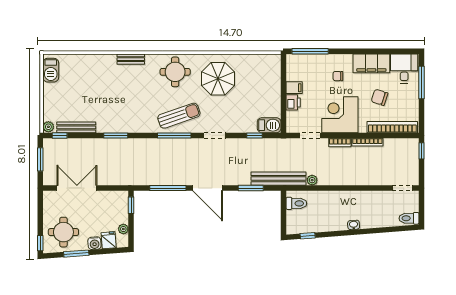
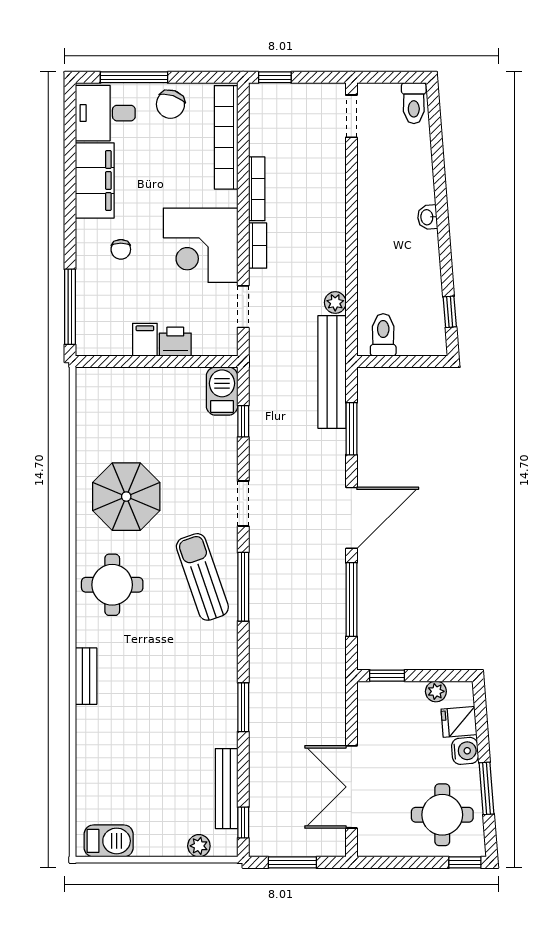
chair: (380, 97) -> (170, 104), moved
plant: (48, 127) -> (199, 846), moved

